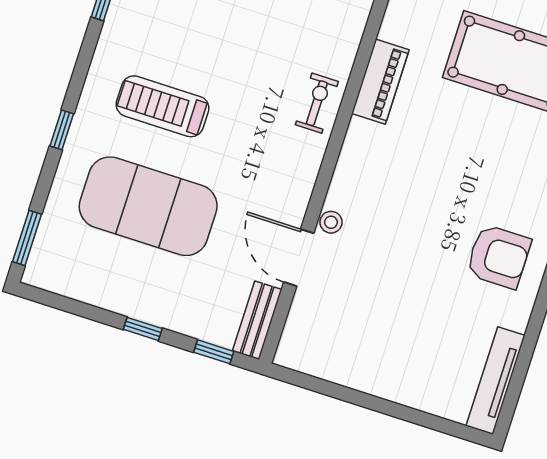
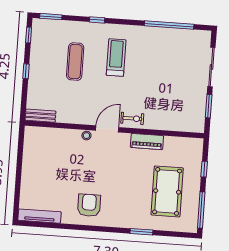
exercise mat: (148, 206) -> (75, 62), width x0.50, depth x0.69
armchair: (499, 257) -> (89, 205), turned 180
door: (299, 258) -> (107, 129), moved
window: (214, 352) -> (29, 35), moved

